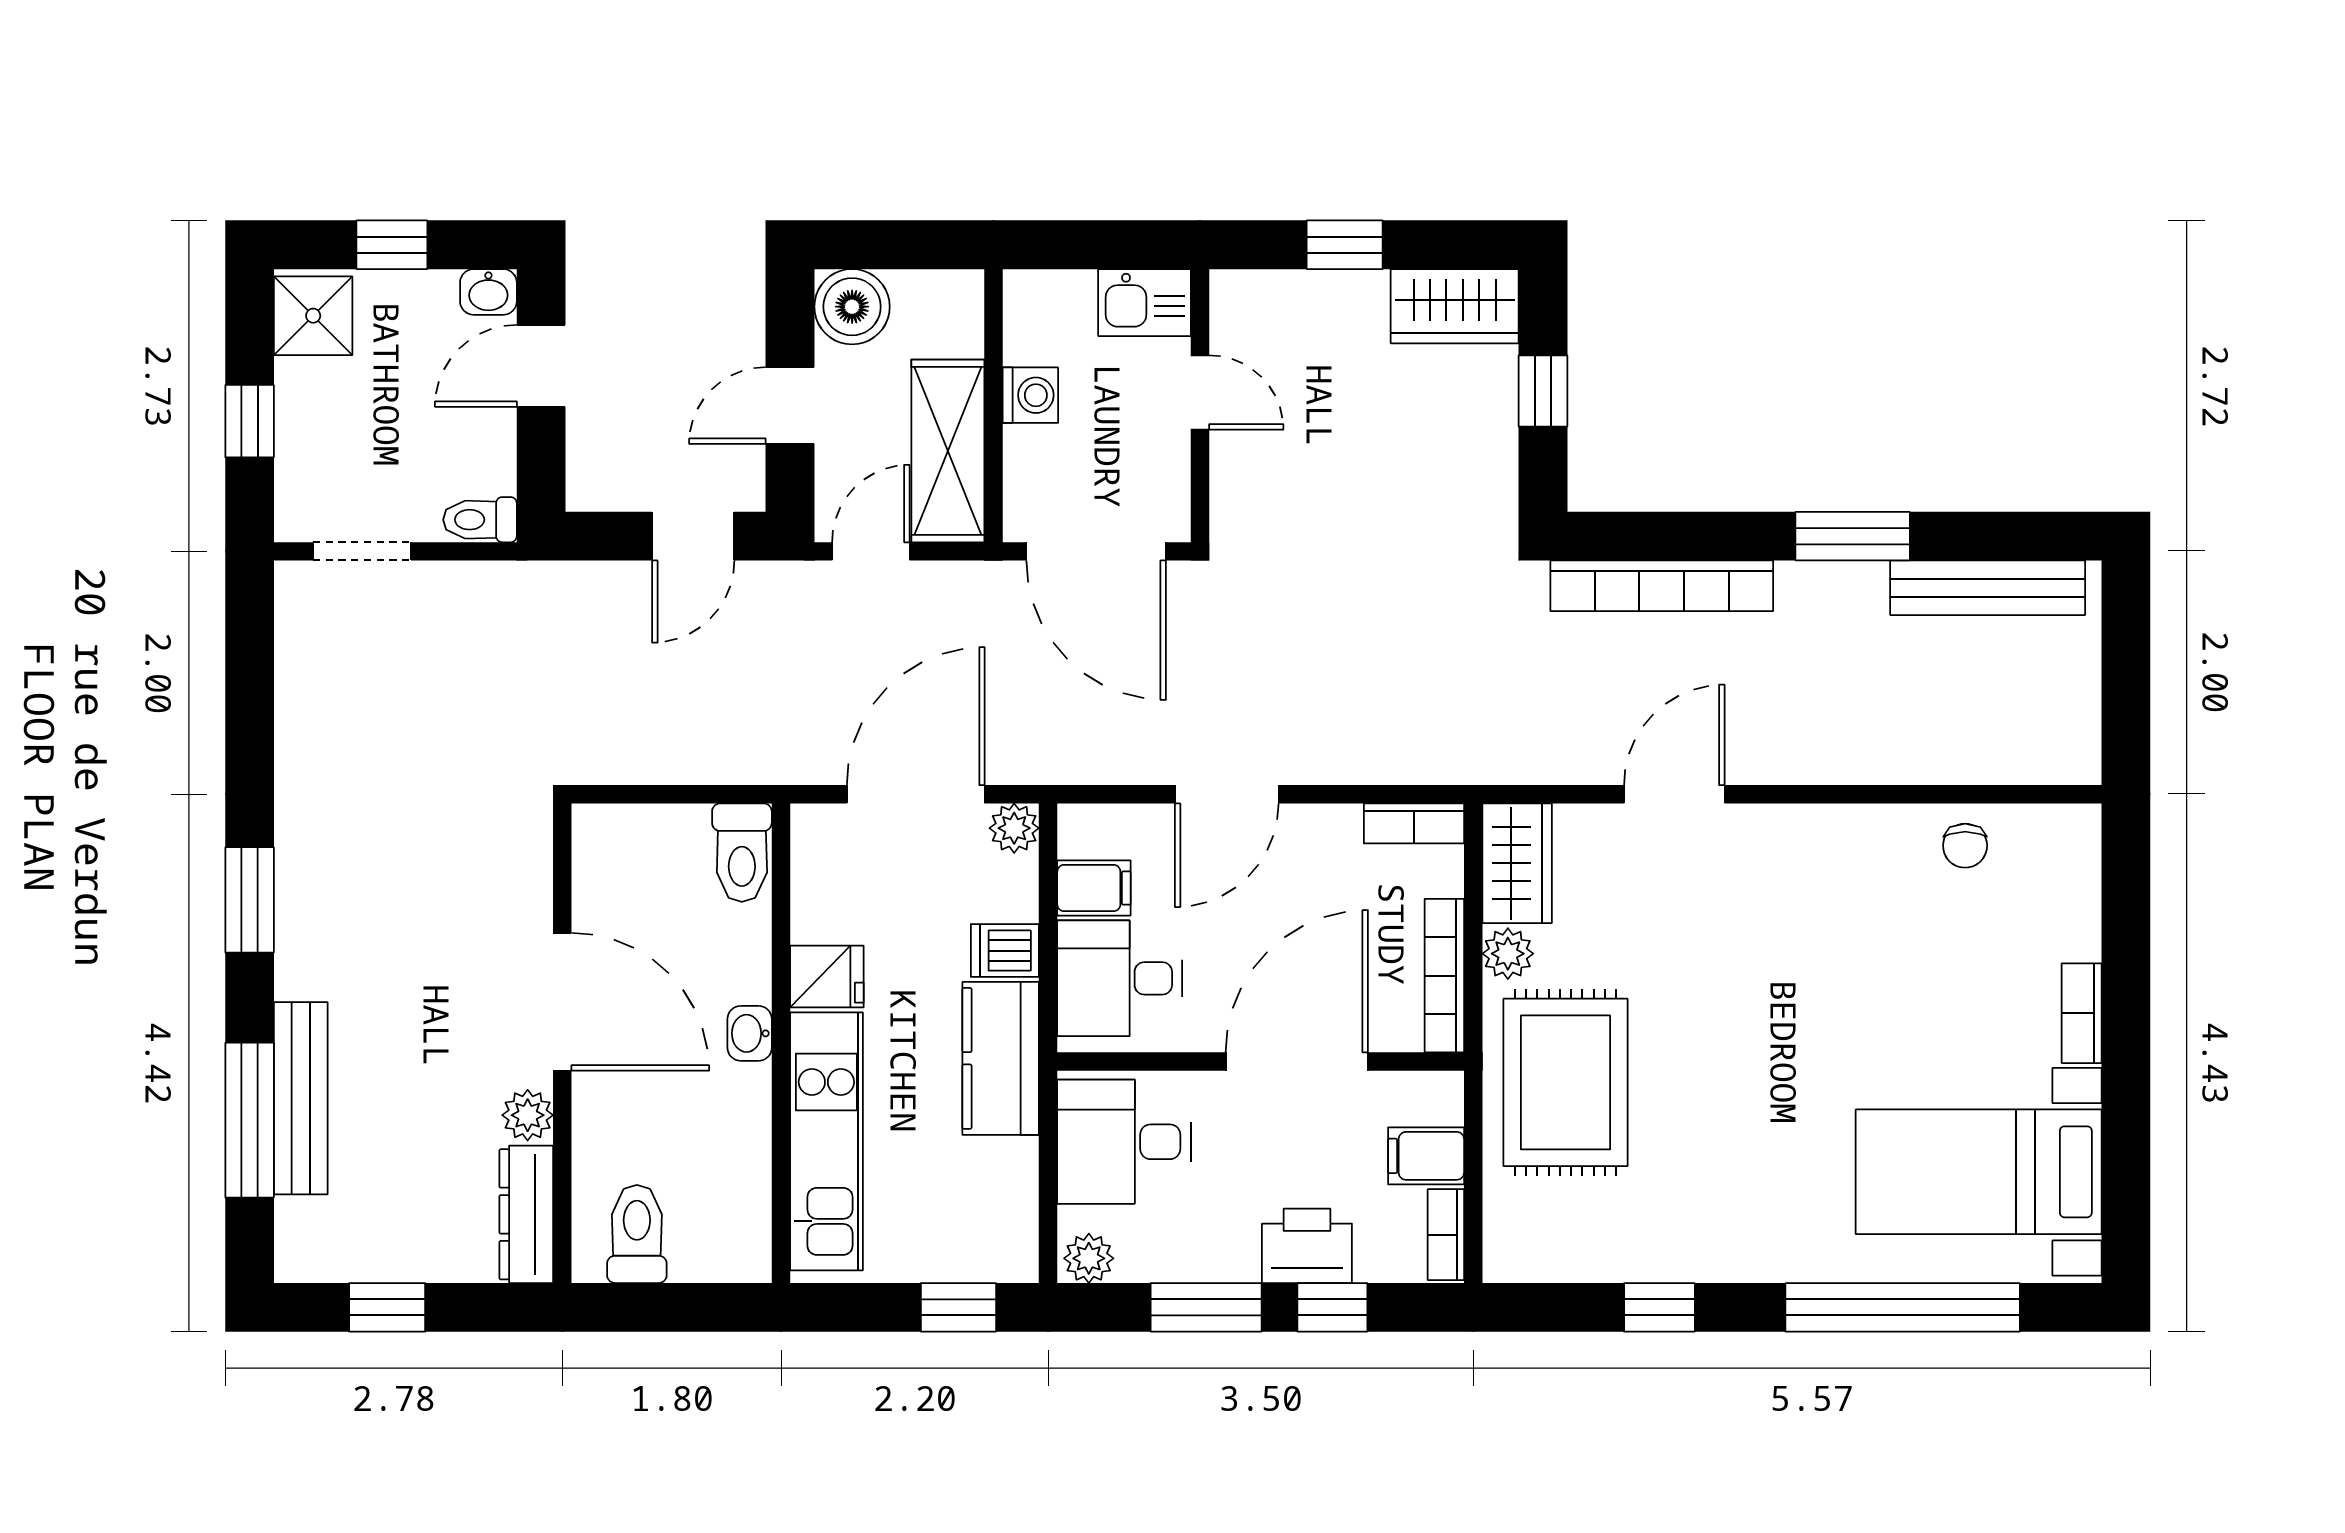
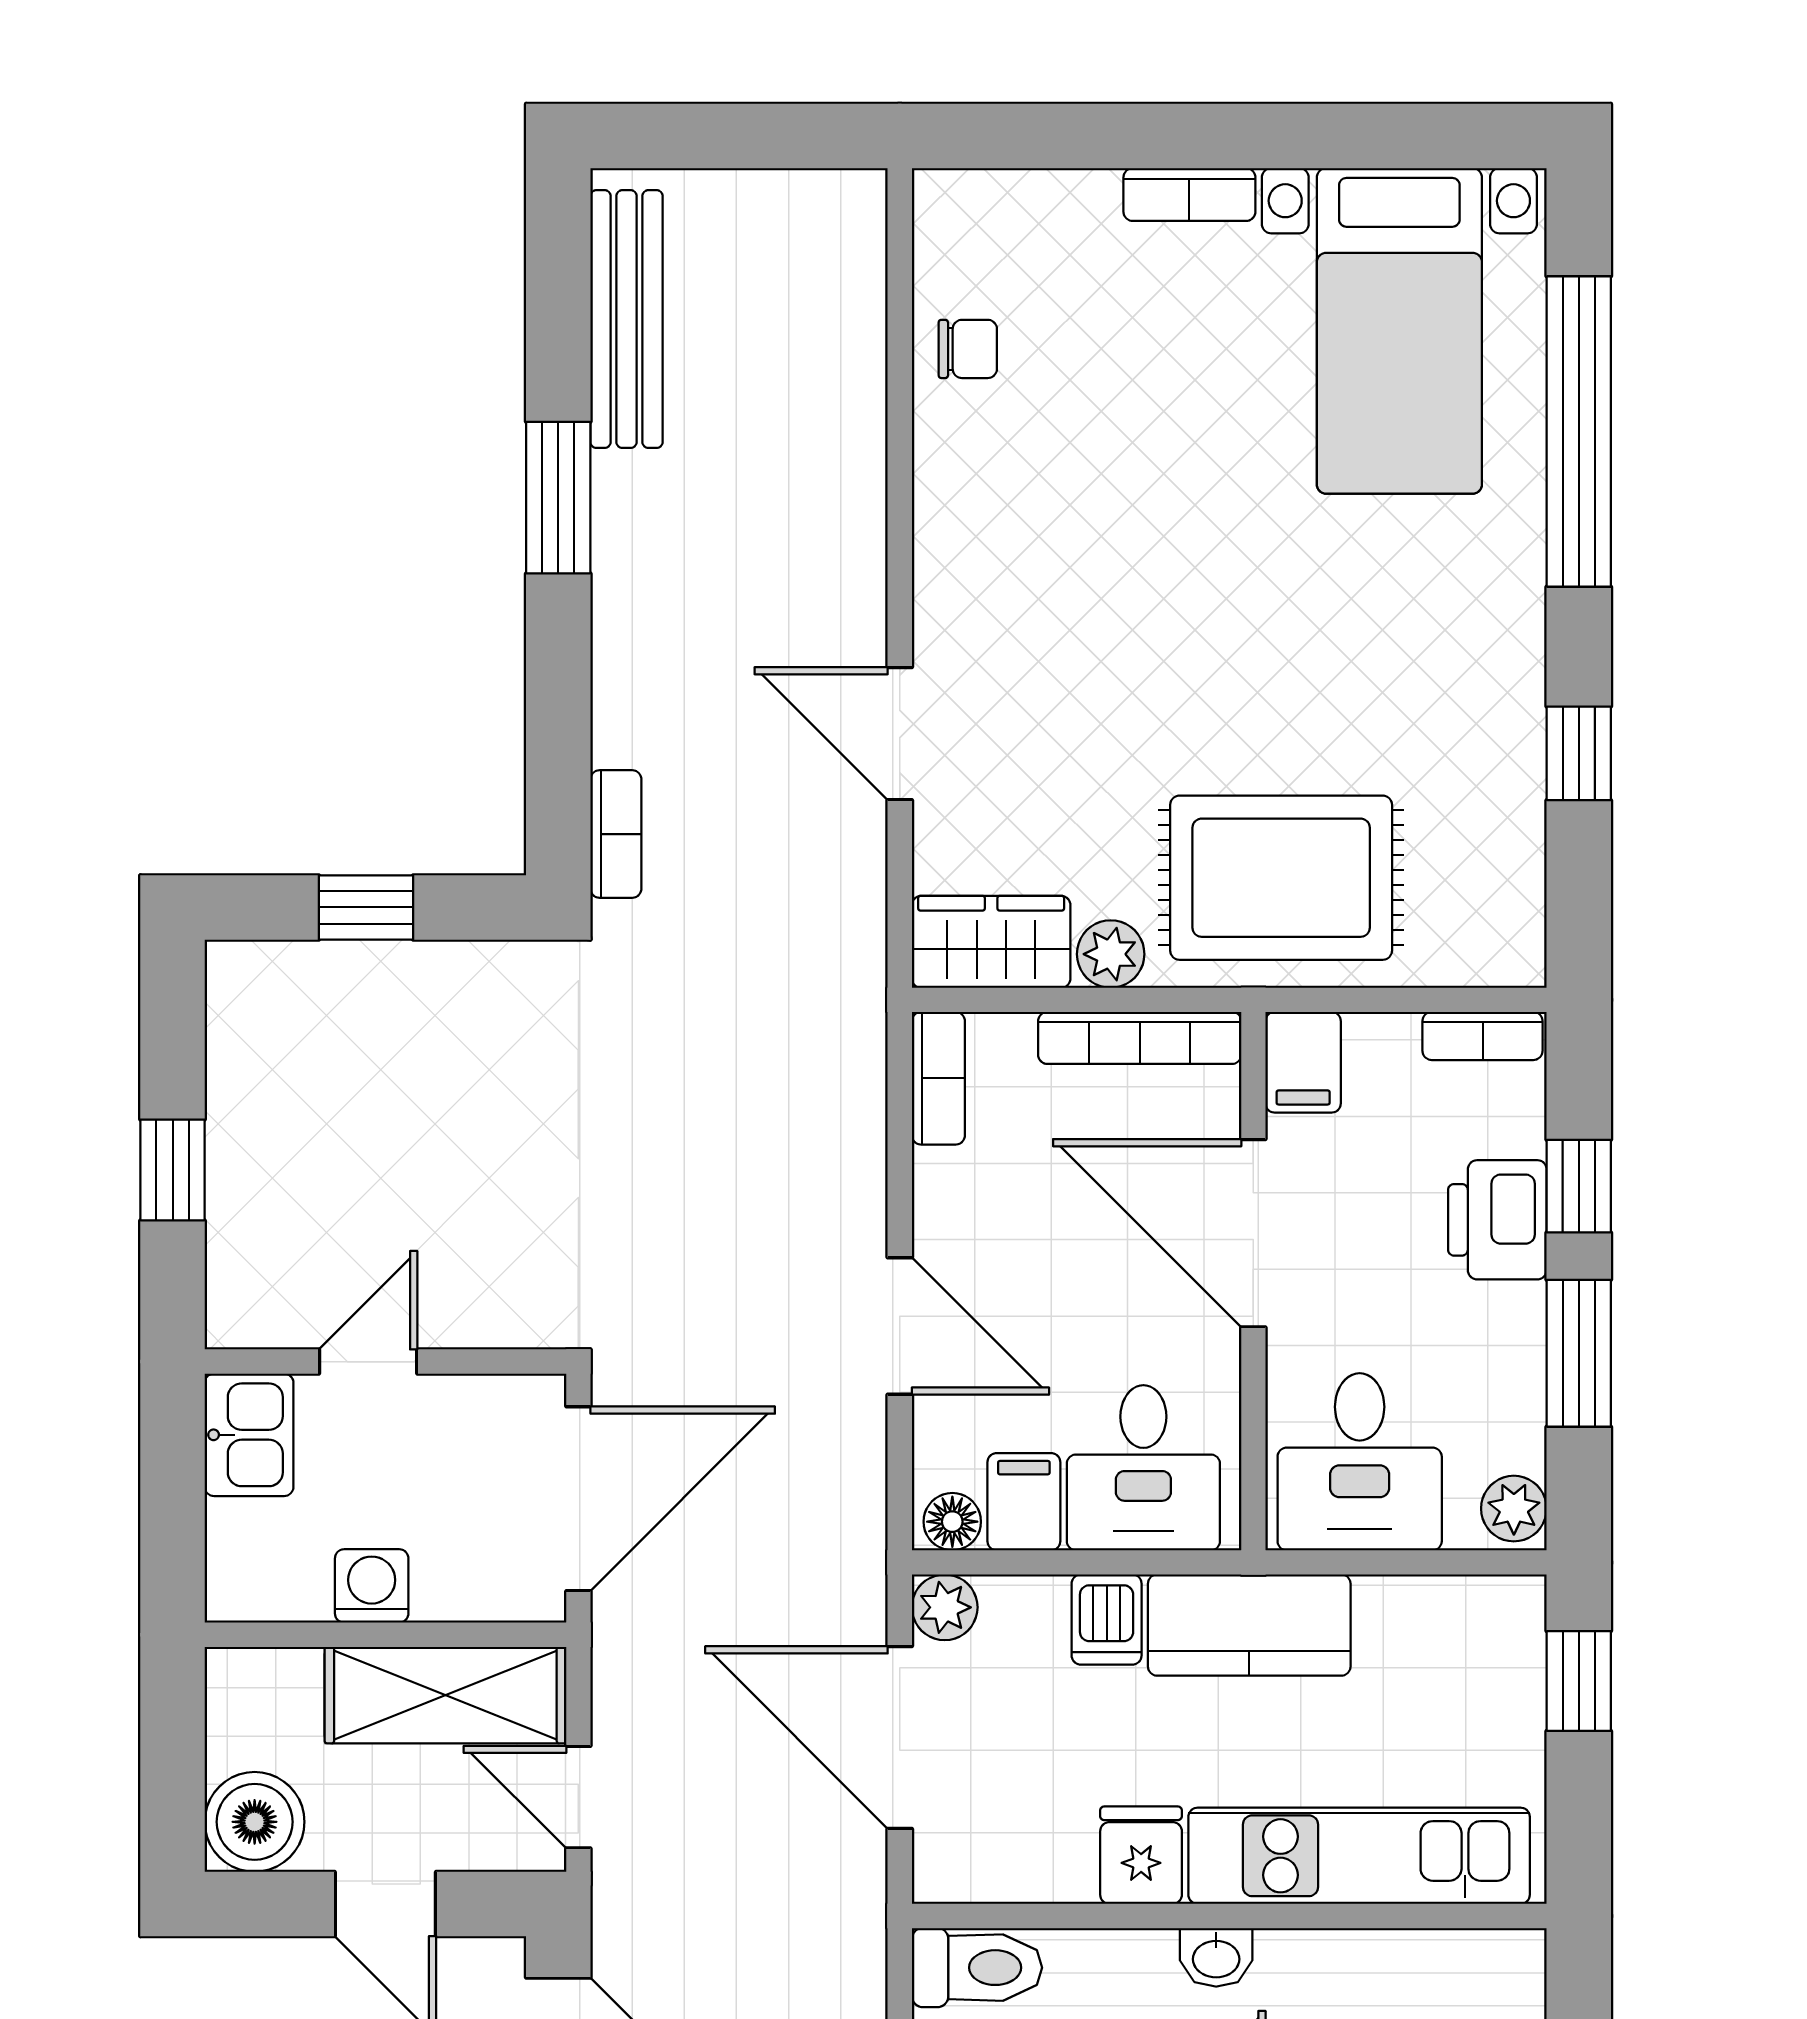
wardrobe: (1455, 306) -> (254, 1024), removed
bookcase: (1662, 586) -> (616, 834), width x0.43, depth x0.76
floor lamp: (1079, 834) -> (952, 1522), added
filing cabinet: (1426, 1156) -> (1303, 1062), moved

